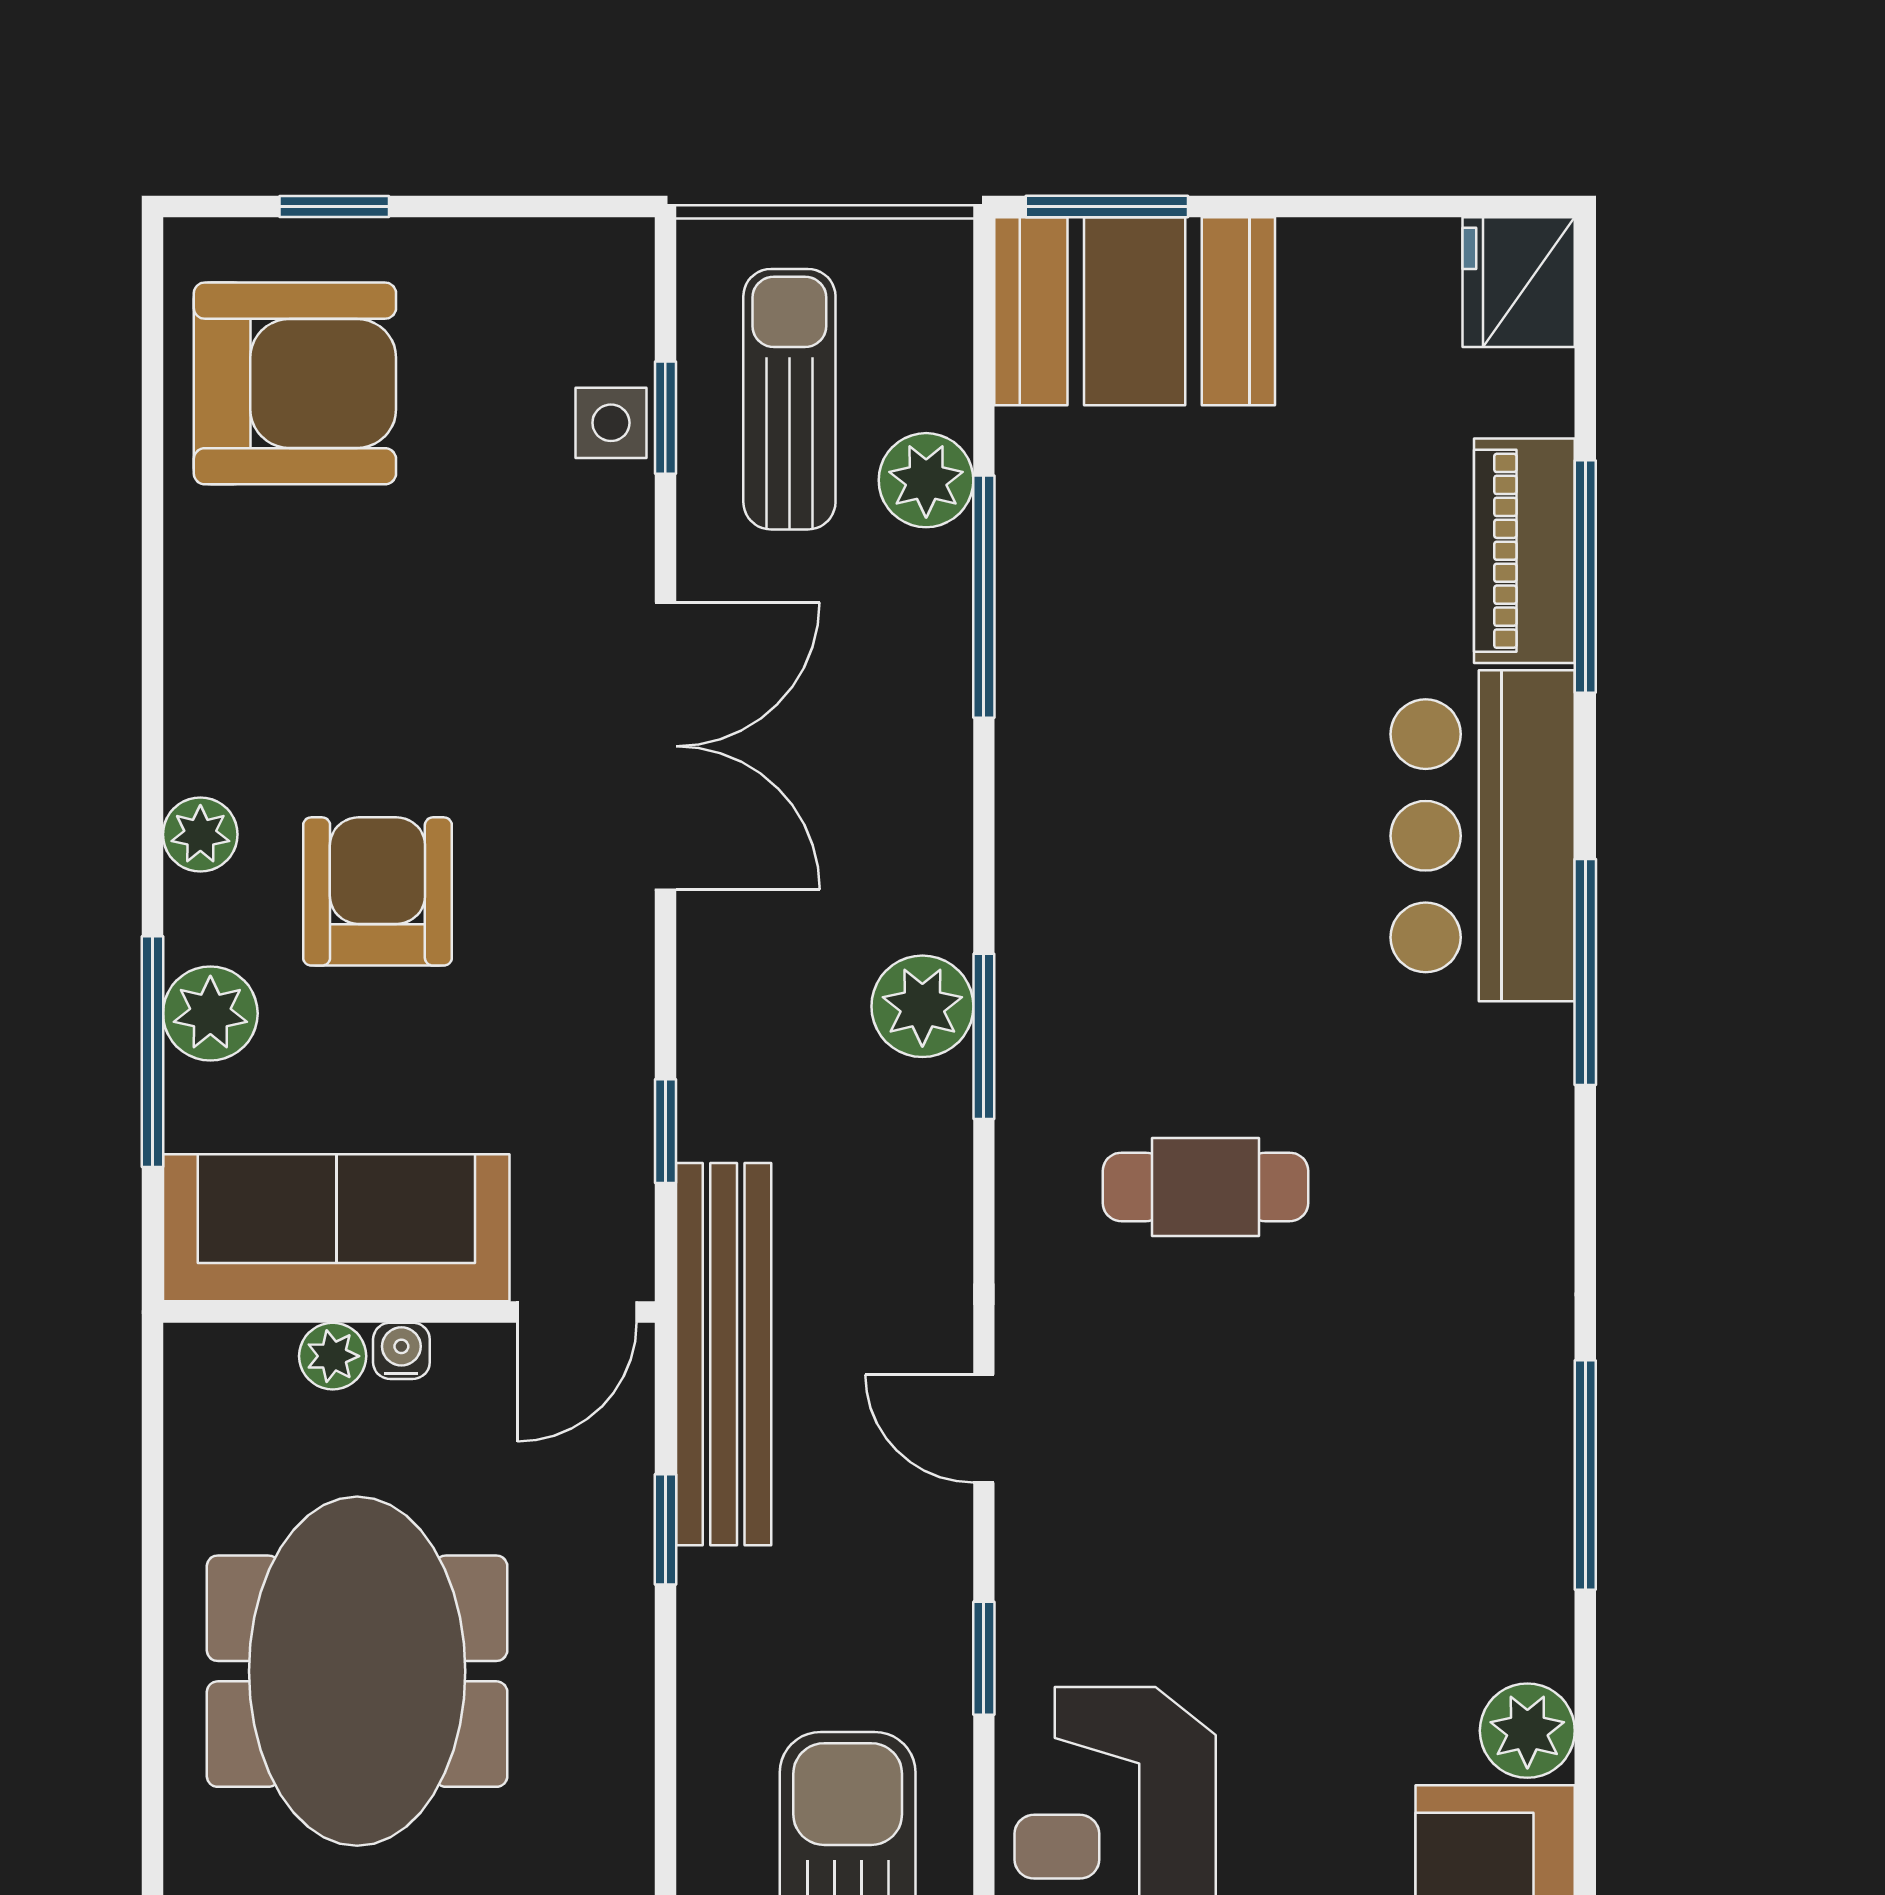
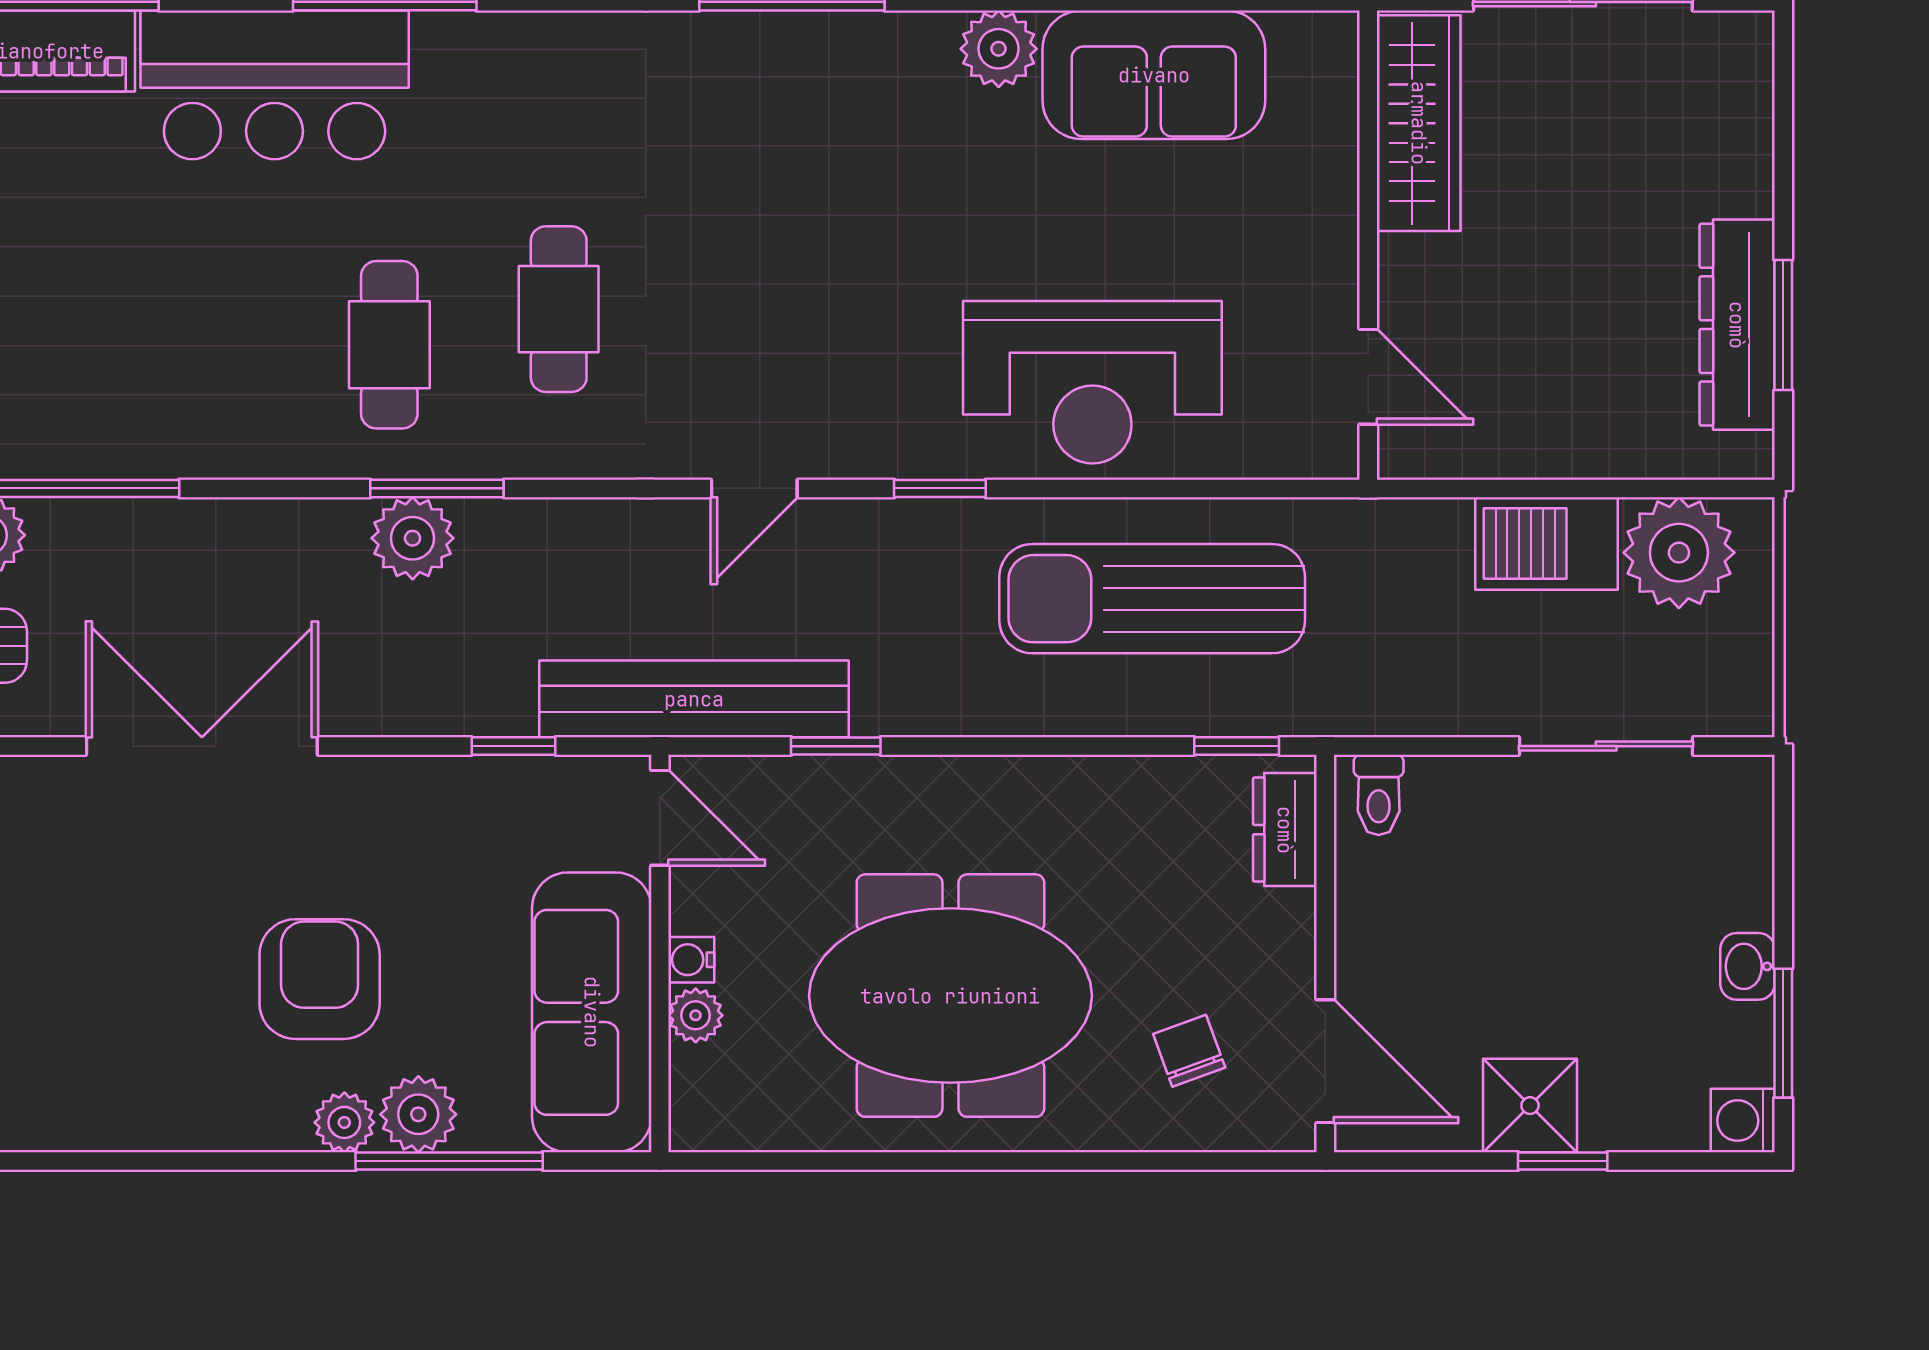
plant: (200, 834) -> (344, 1122), moved
armchair: (377, 891) -> (320, 979), turned 90
cafe table: (1161, 978) -> (389, 345), added

